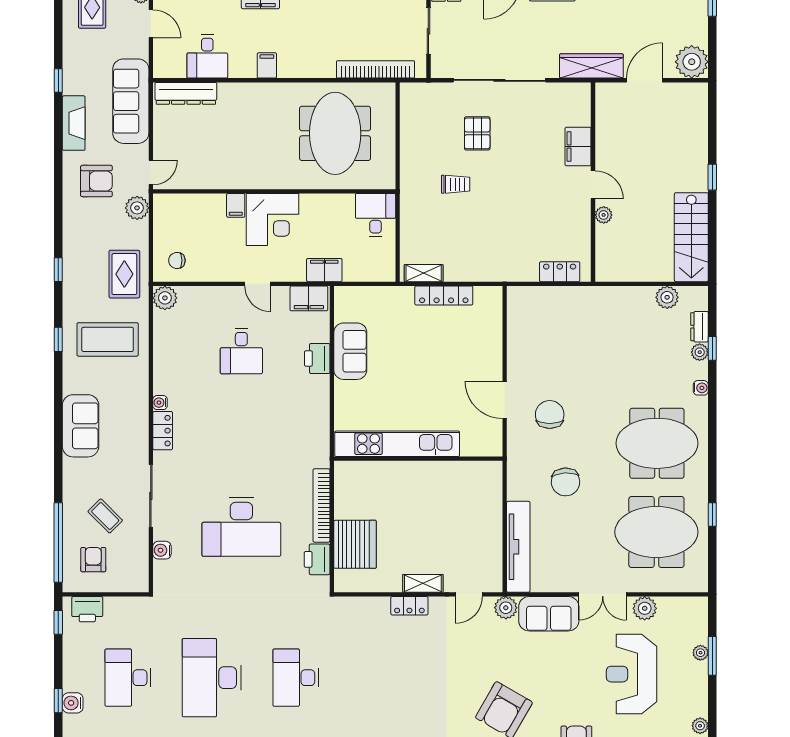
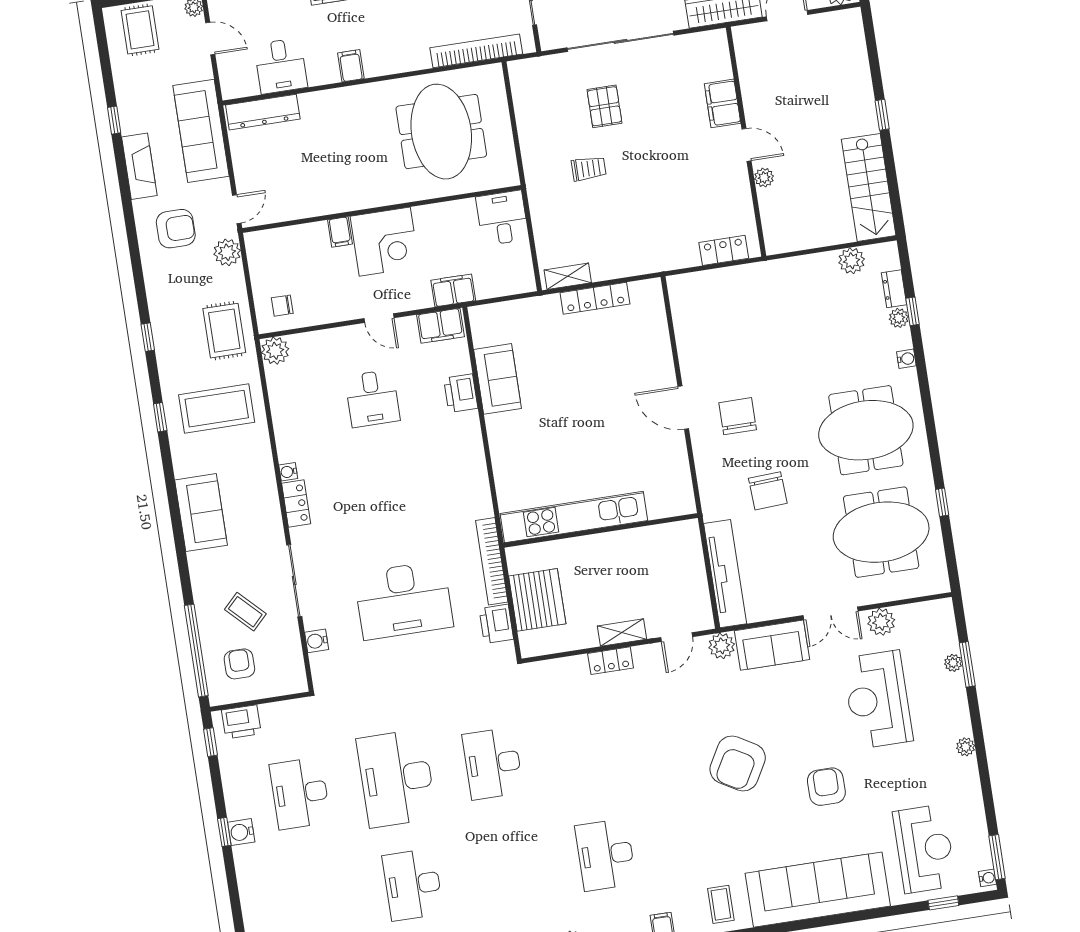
kitchen unit: (397, 444) -> (574, 517), moved
wall: (418, 459) -> (601, 530), moved

